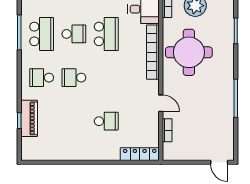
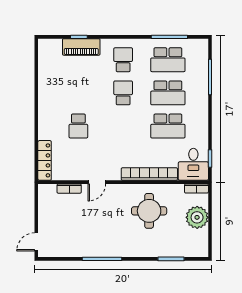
school desk: (74, 34) -> (168, 93), width x1.85
round table: (189, 52) -> (149, 211), width x0.73, depth x0.73

